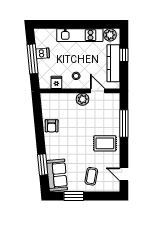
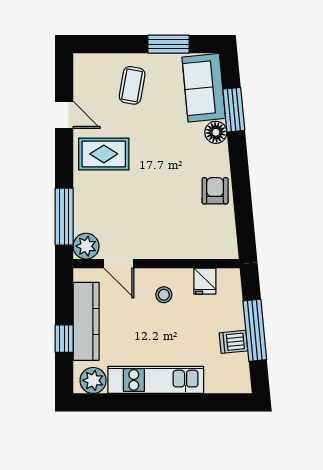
plant: (83, 99) -> (86, 246), moved
window: (124, 124) -> (64, 217), moved
floor lamp: (51, 154) -> (216, 132), added
door: (124, 174) -> (64, 115), moved

